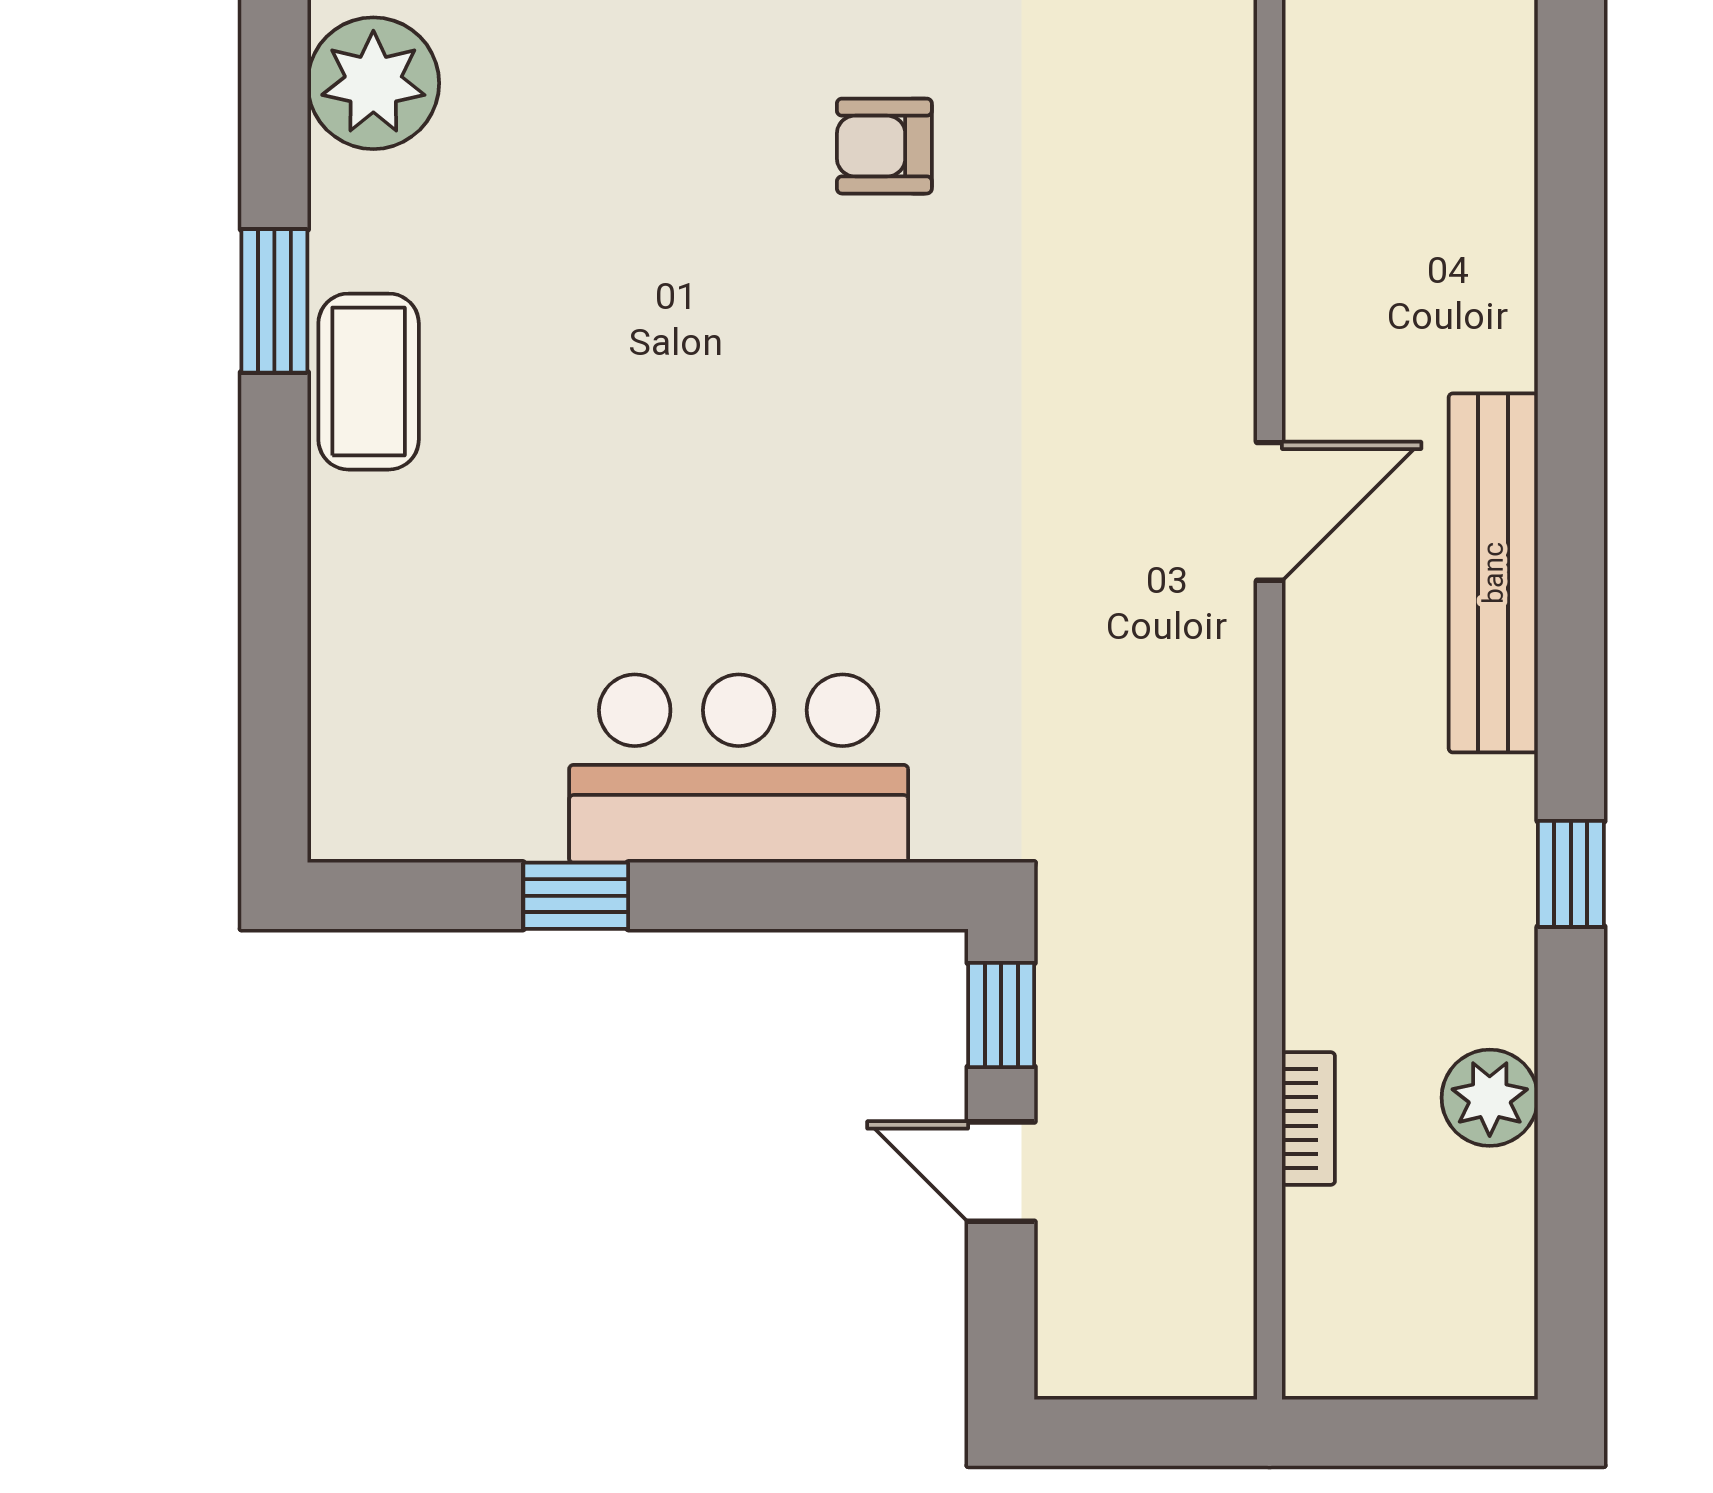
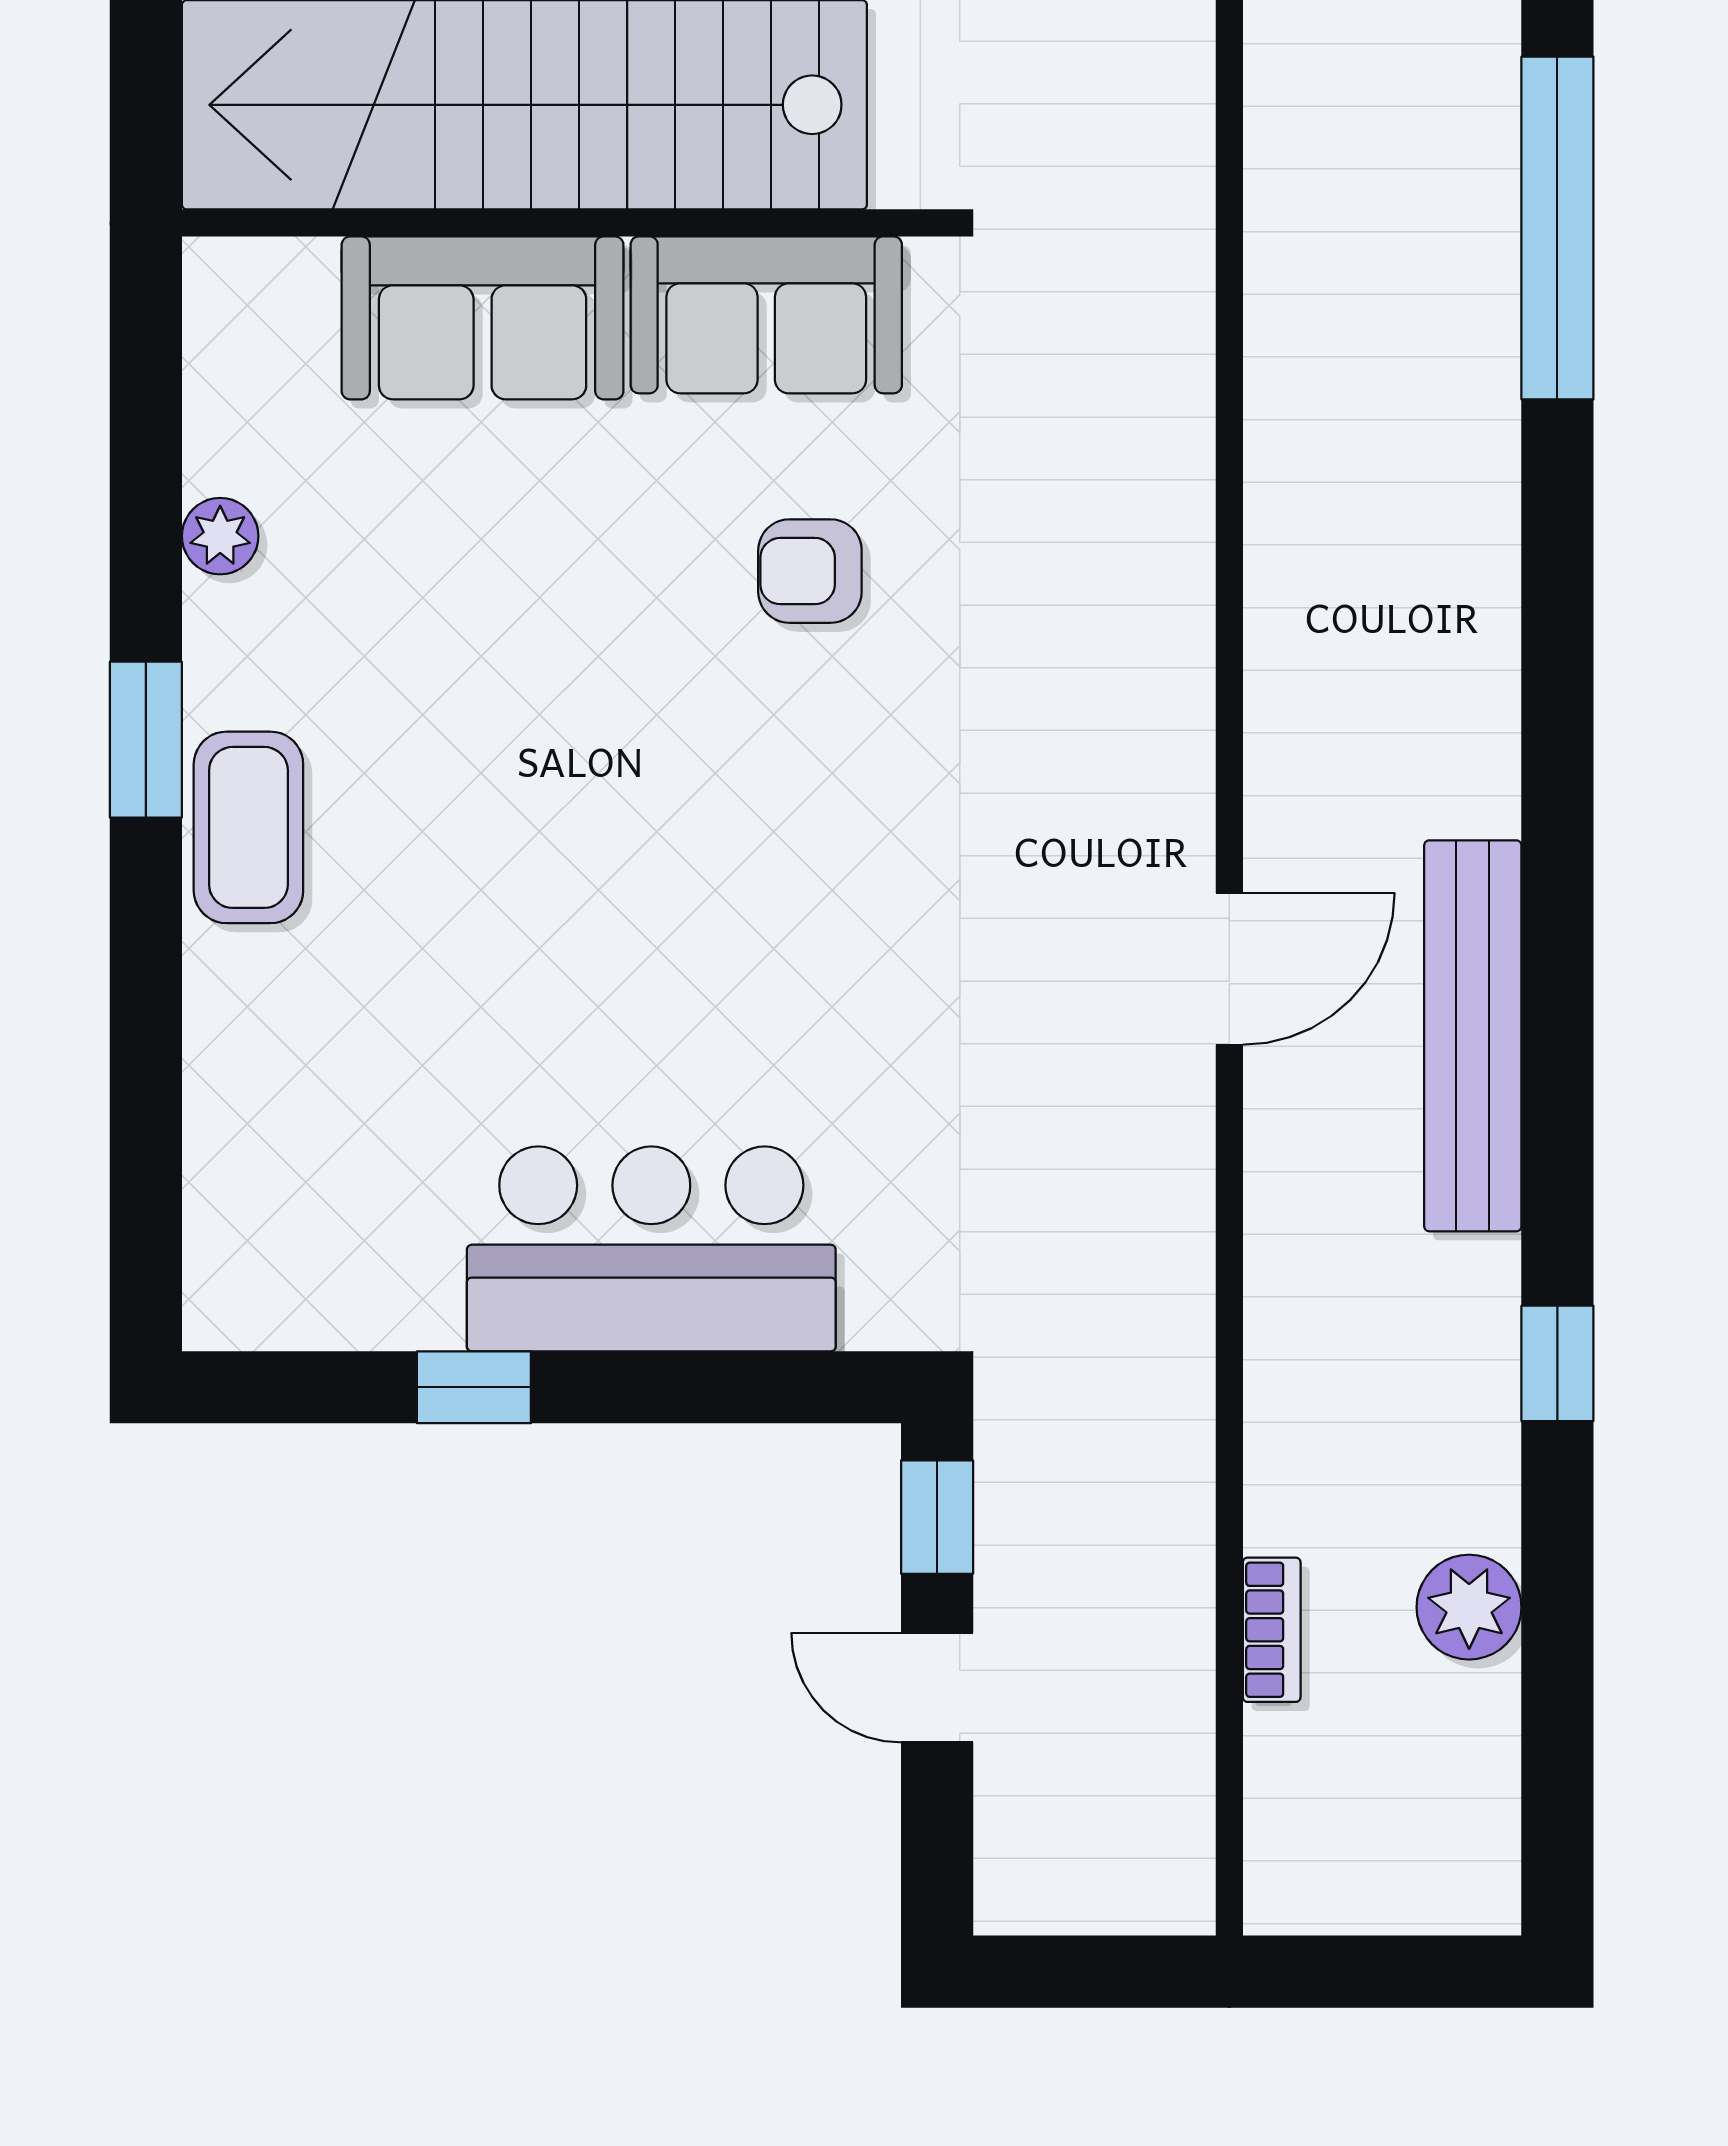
plant: (373, 83) -> (220, 536), width x0.53, depth x0.53

